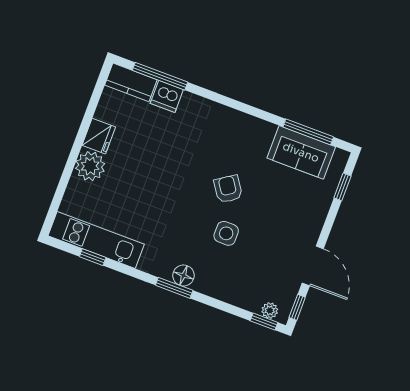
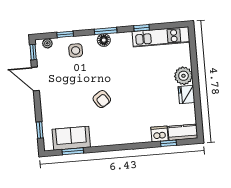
window: (160, 76) -> (169, 143), width x0.46
window: (308, 132) -> (73, 151), width x0.69
side table: (226, 233) -> (76, 50), moved
window: (93, 257) -> (142, 28), moved
window: (264, 322) -> (65, 34), moved

